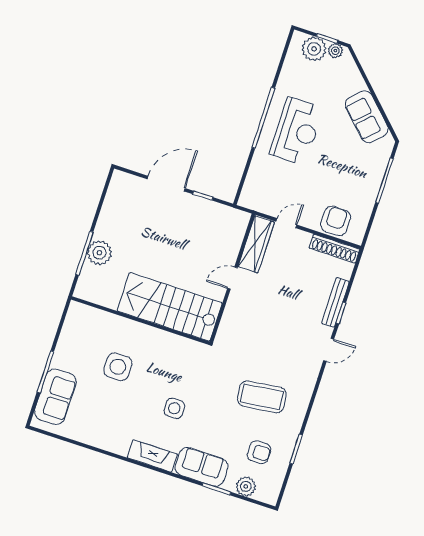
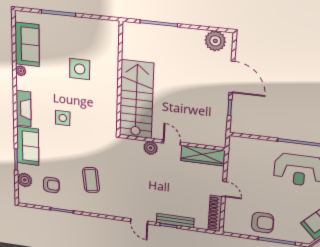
armchair: (336, 221) -> (263, 223), moved
door: (286, 223) -> (224, 189), moved
plant: (99, 253) -> (215, 41), moved
plant: (234, 307) -> (151, 148), added
sofa: (55, 397) -> (27, 44), moved, turned -90
coffee table: (262, 397) -> (91, 180), width x0.73, depth x0.76
plant: (104, 443) -> (21, 71), added
armchair: (259, 452) -> (51, 185), turned -90

